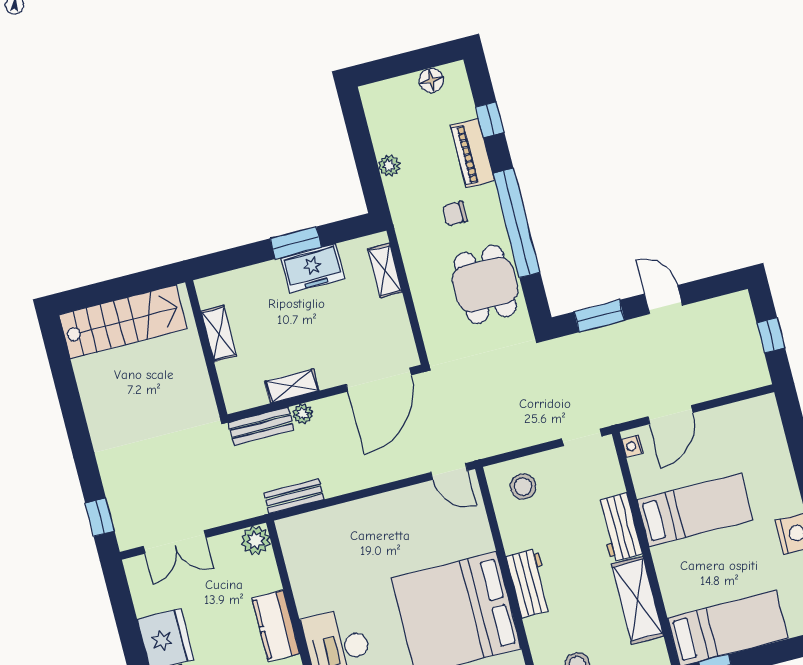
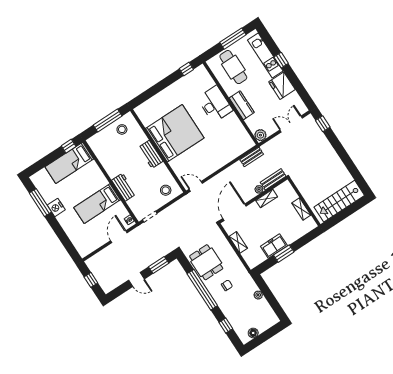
piano: (473, 153) -> (228, 311), removed
shelving: (385, 270) -> (238, 242), moved
shelving: (637, 600) -> (107, 162), removed

